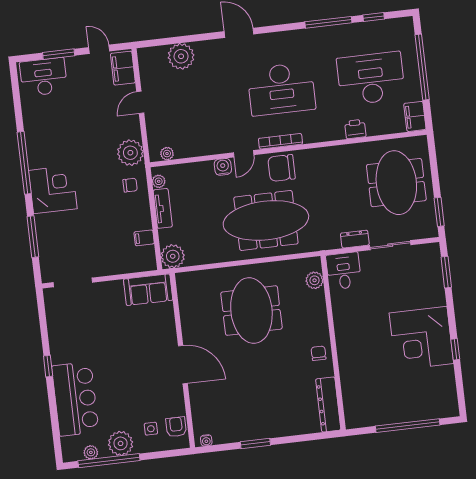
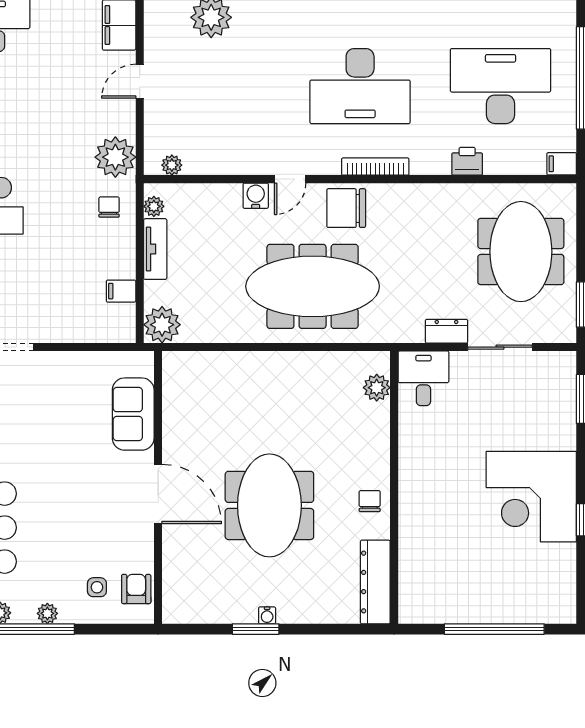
filing cabinet: (415, 116) -> (562, 164), width x0.50
bookcase: (280, 141) -> (375, 167), moved
chair: (130, 185) -> (109, 207), turned -90
sofa: (148, 290) -> (133, 414), moved, turned 90
meeting table: (251, 311) -> (269, 505), moved
water cooler: (206, 440) -> (267, 615), moved
plant: (121, 443) -> (47, 613), width x0.53, depth x0.53

